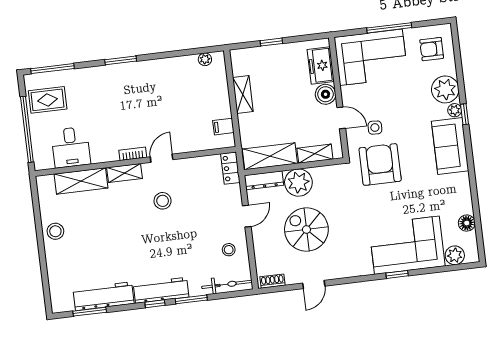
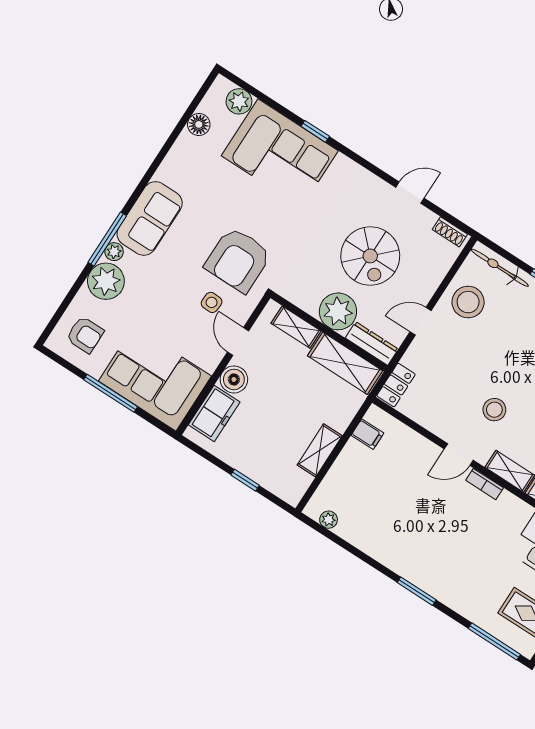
window: (465, 114) -> (107, 239), width x2.17
stool: (229, 250) -> (468, 302), width x1.89, depth x1.89

